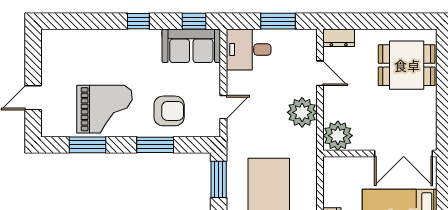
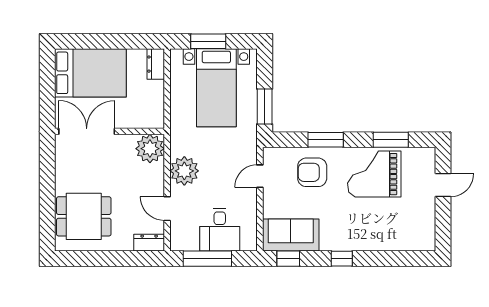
window: (278, 21) -> (207, 259), width x1.44
desk: (249, 50) -> (220, 230), moved, turned 90

